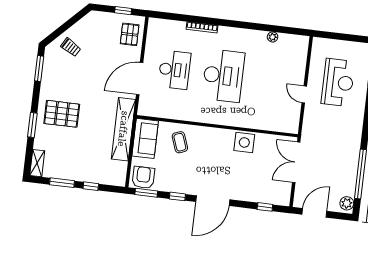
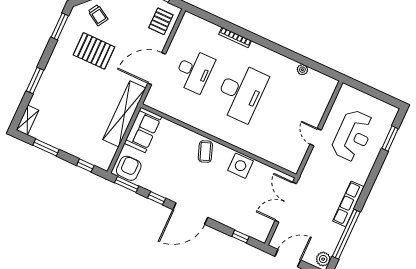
pallet: (62, 114) -> (94, 51), moved
coffee table: (180, 142) -> (205, 151), moved
row of seats: (354, 146) -> (348, 204), added
window: (91, 186) -> (85, 165), moved

